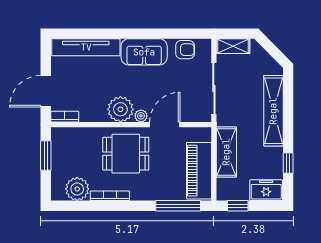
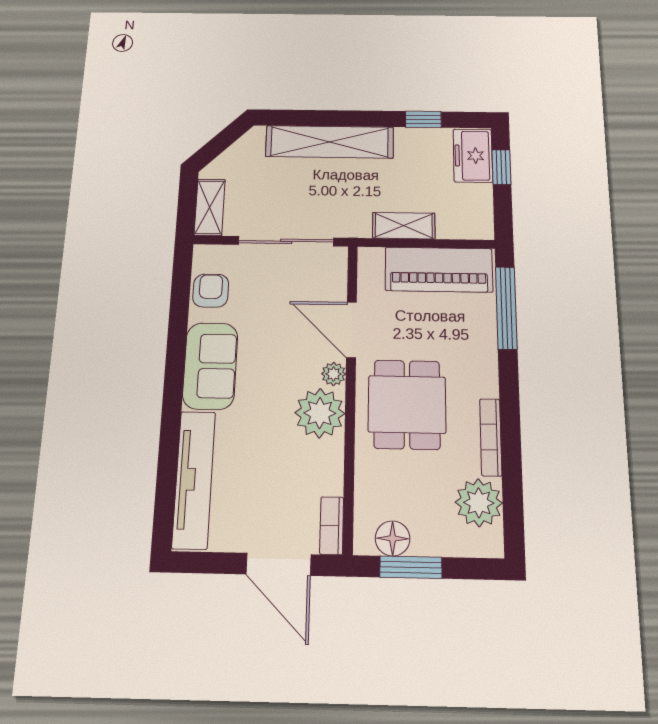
floor lamp: (59, 147) -> (393, 538), added
shelving: (226, 152) -> (404, 226), width x0.67, depth x0.75
window: (238, 206) -> (501, 167), moved

